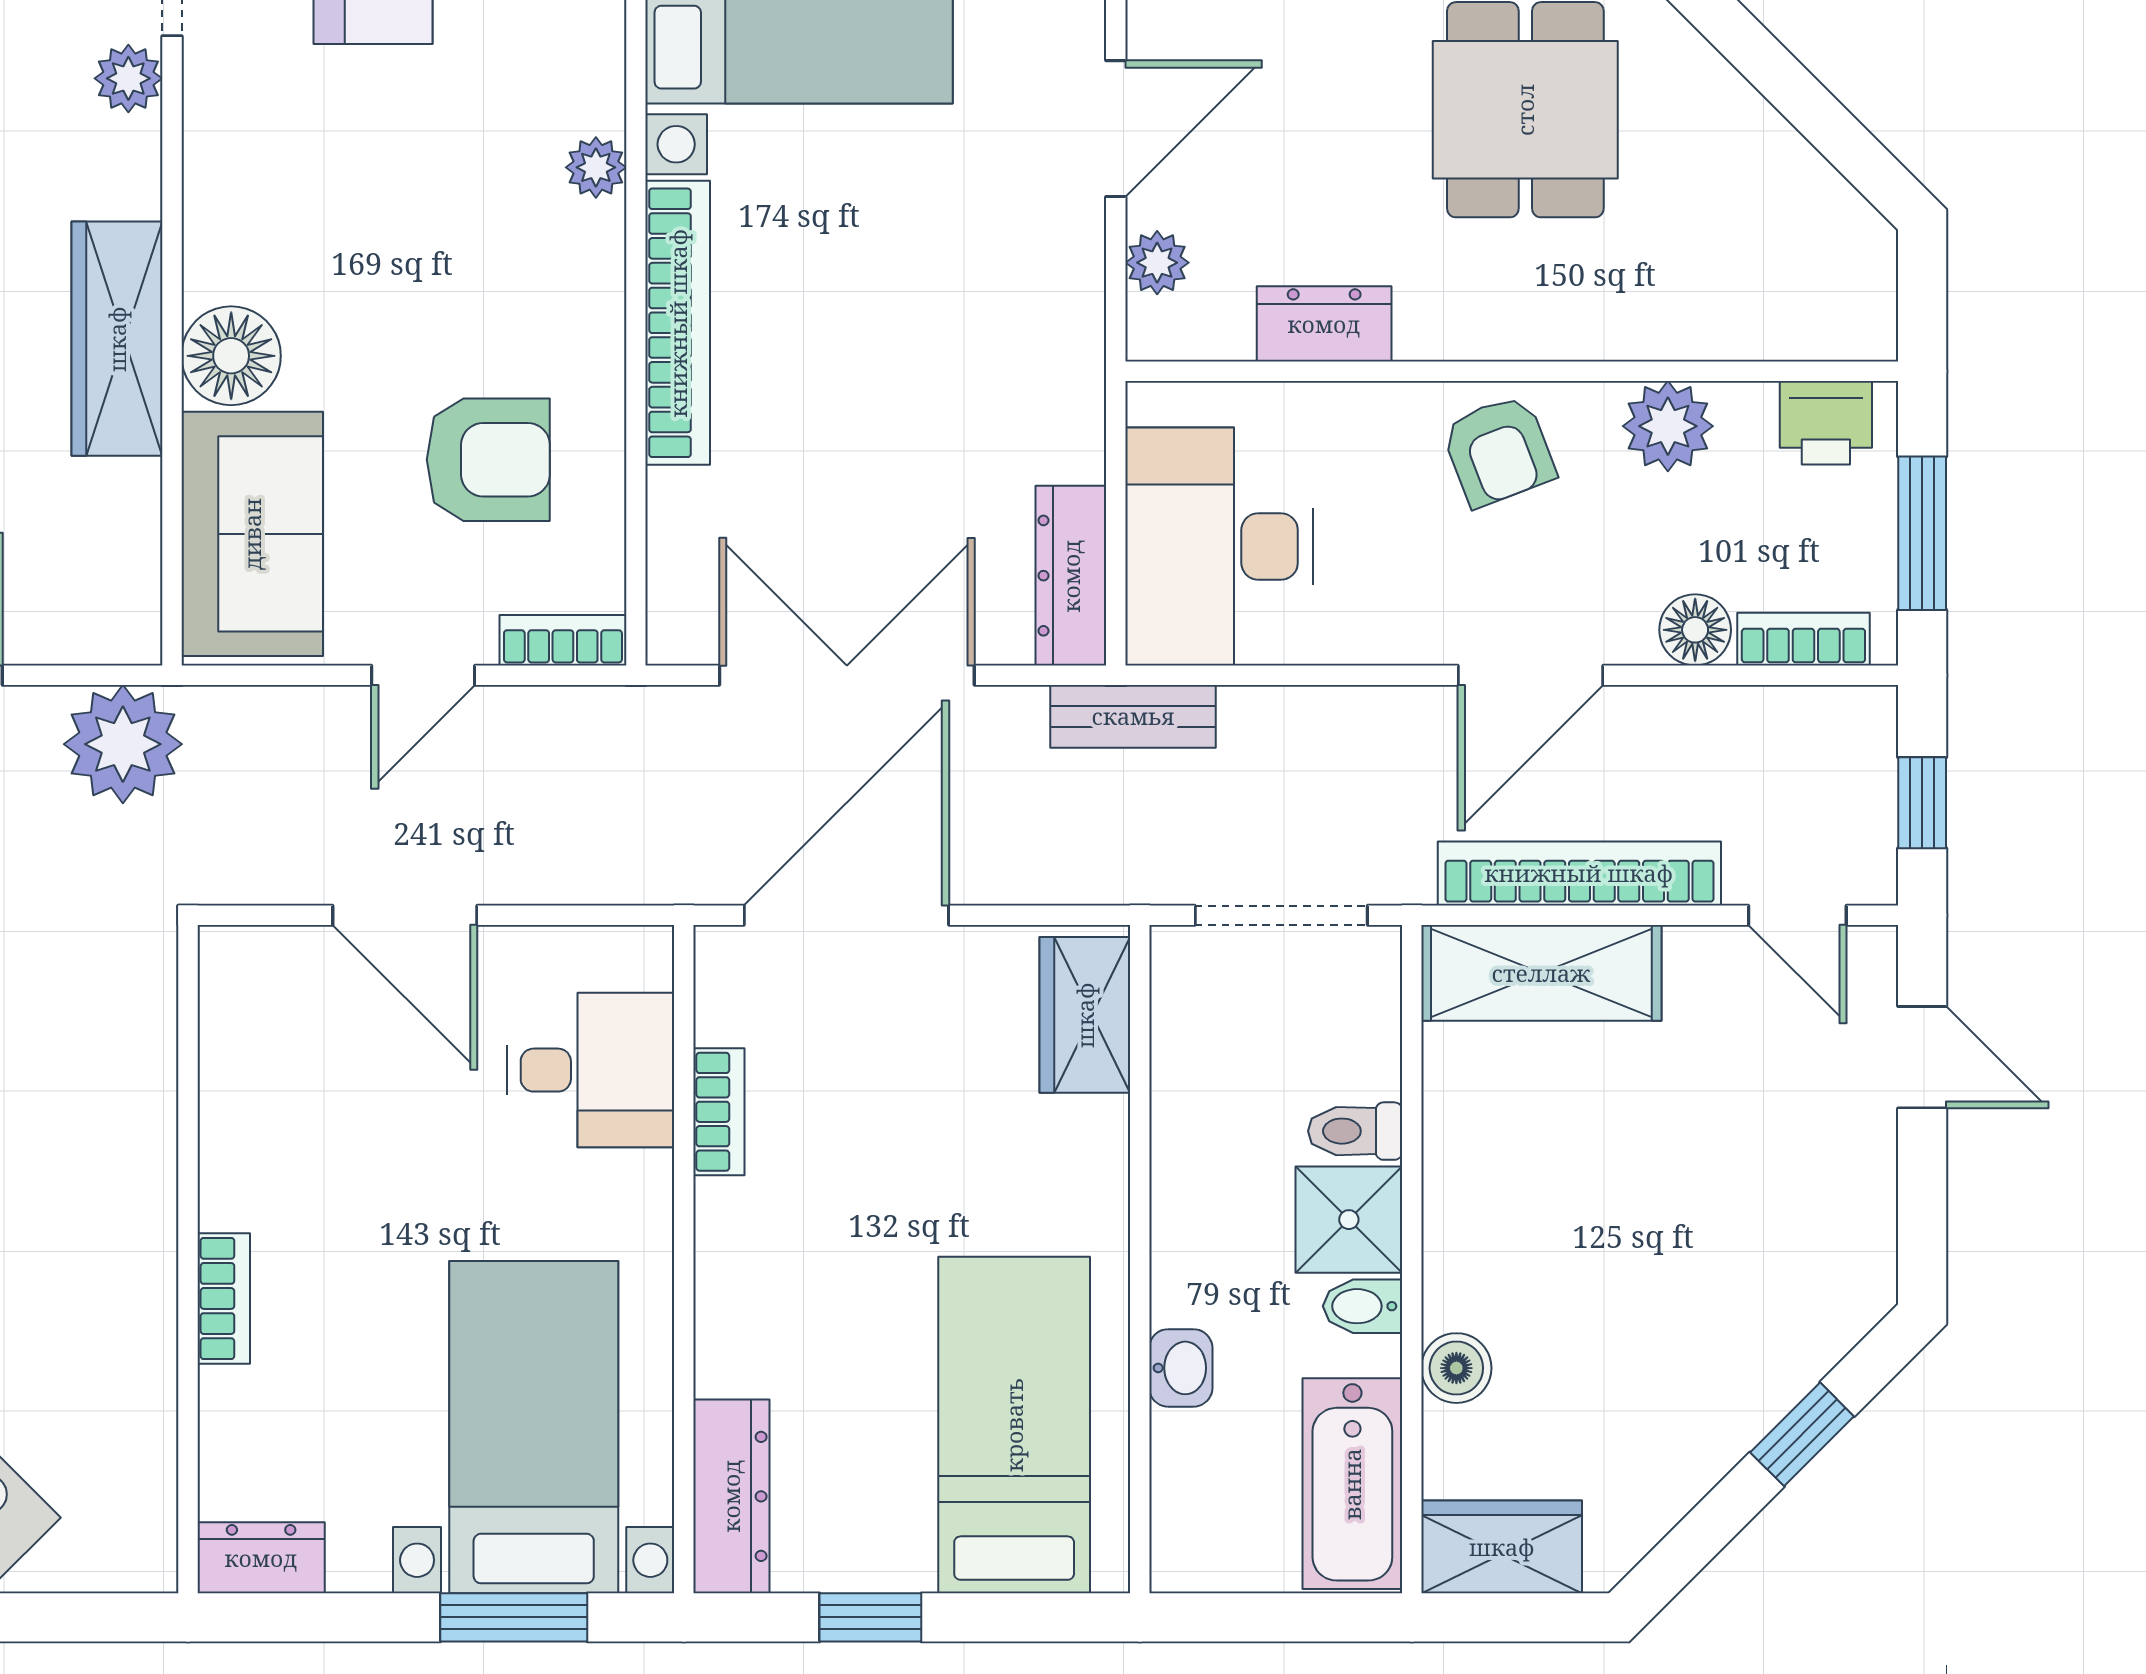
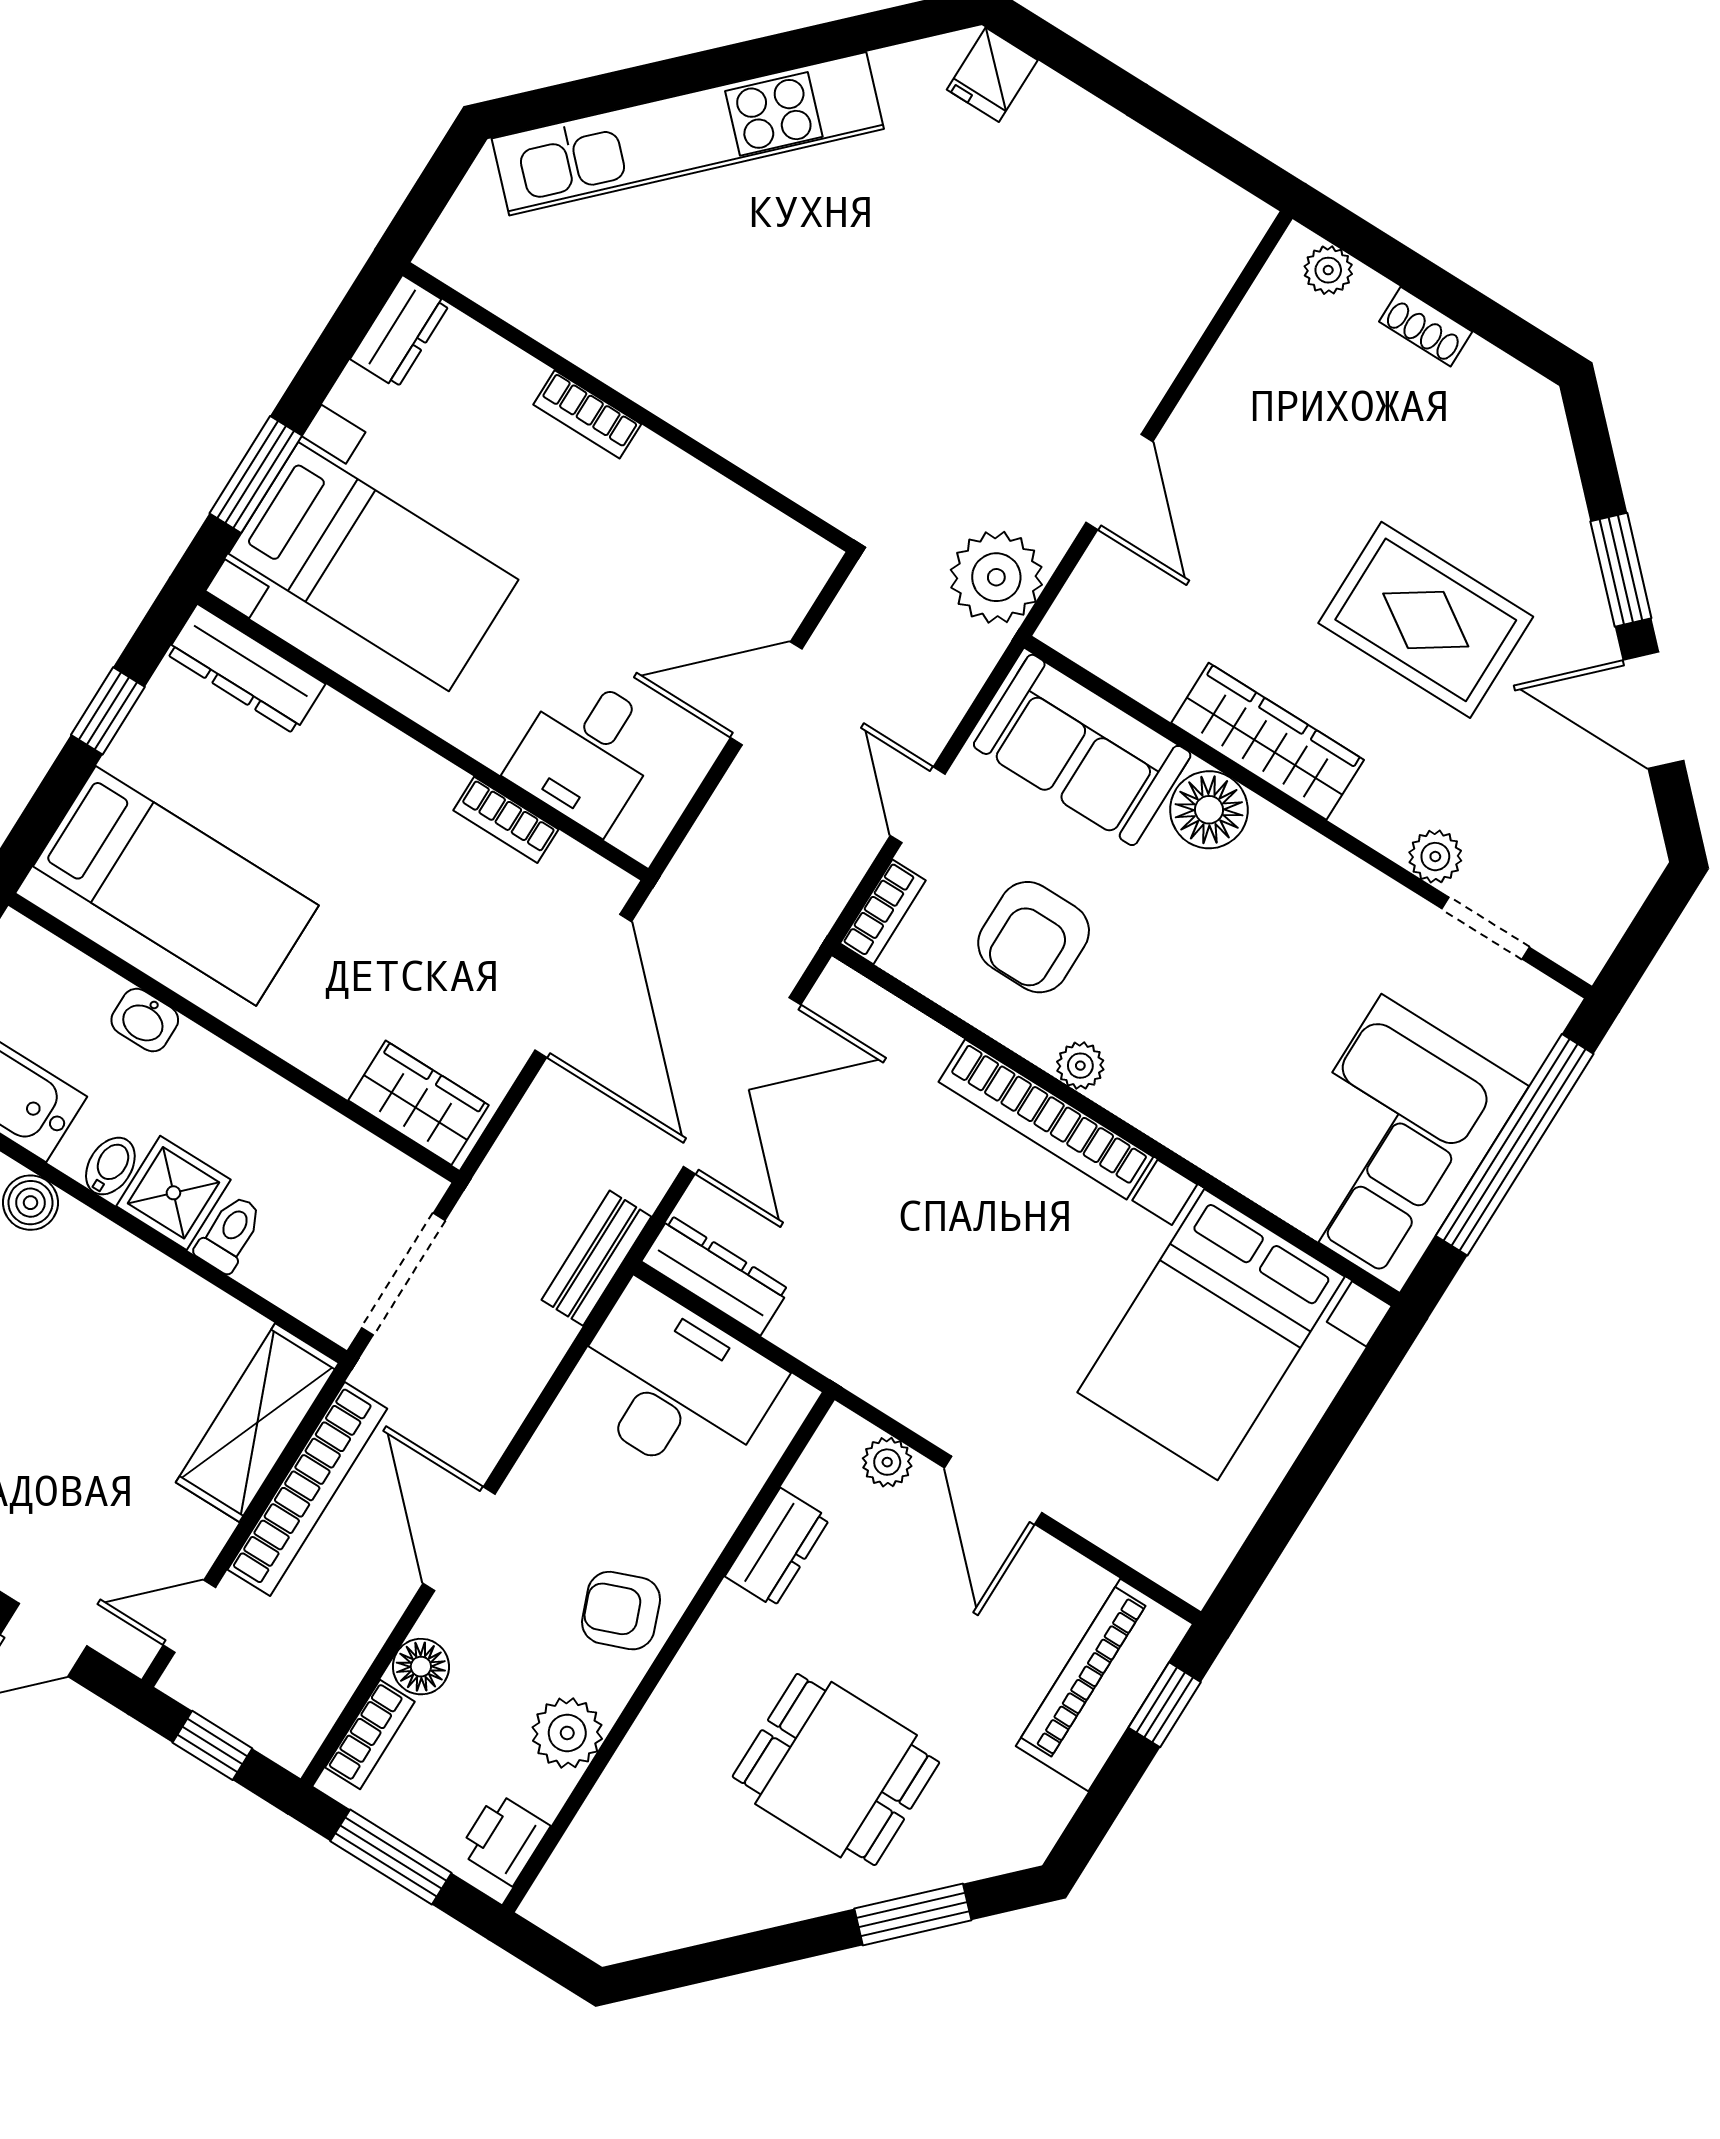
plant: (596, 167) -> (1080, 1066), moved

